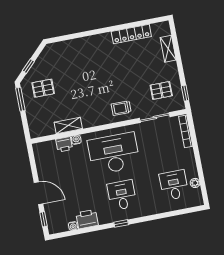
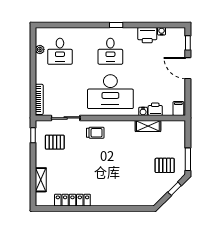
filing cabinet: (40, 150) -> (178, 108), added

